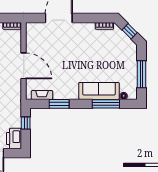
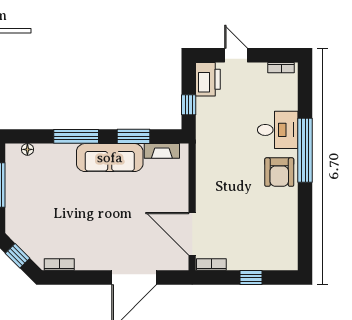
door: (24, 66) -> (192, 234), moved
sofa: (99, 91) -> (110, 158), moved
window: (106, 104) -> (76, 136), moved

